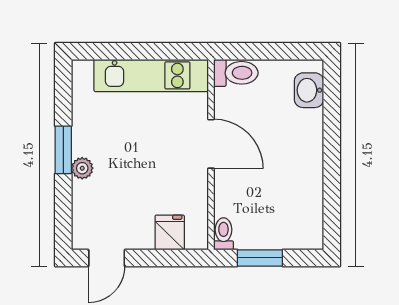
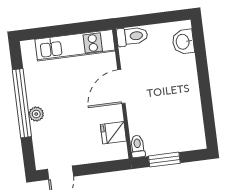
door: (211, 144) -> (121, 86), swing flipped
window: (63, 150) -> (22, 103), width x2.11
fridge: (170, 233) -> (113, 133), moved, turned -90

